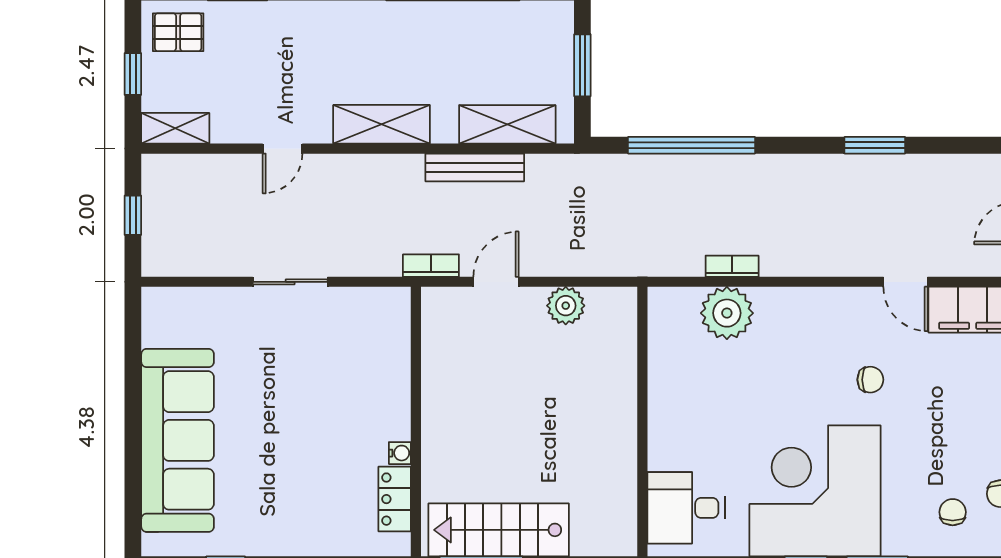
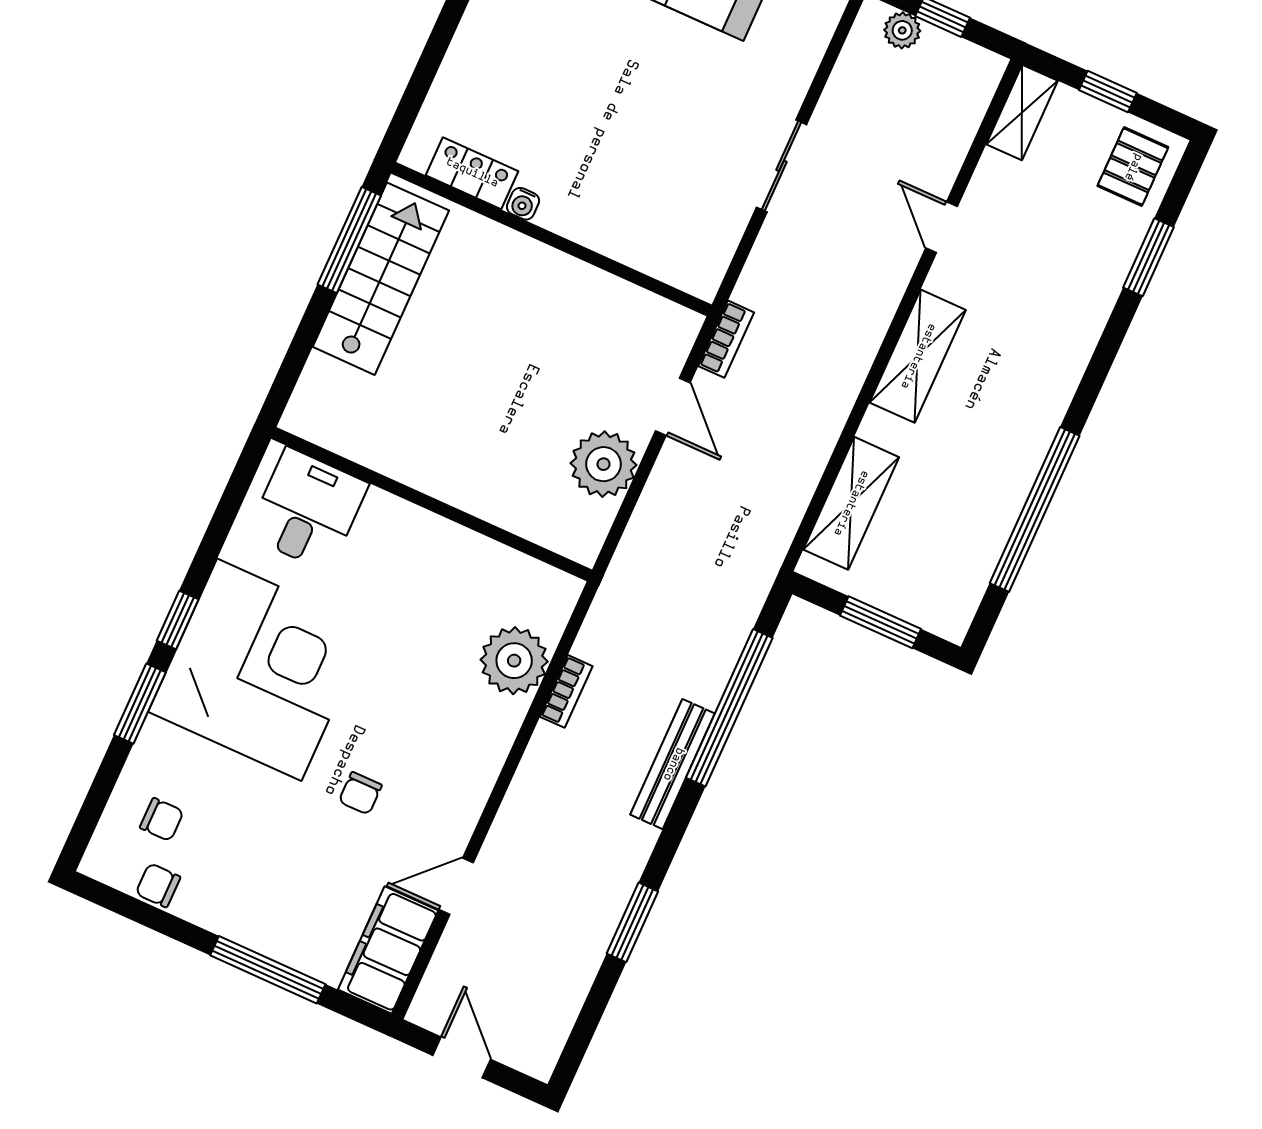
bench: (475, 167) -> (673, 764), moved
plant: (155, 240) -> (902, 30), added
plant: (566, 306) -> (604, 464), width x1.36, depth x1.36

